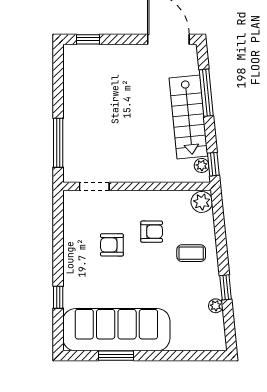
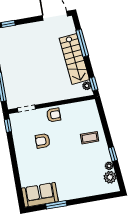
plant: (202, 202) -> (110, 177), moved
armchair: (152, 232) -> (54, 115), moved
window: (58, 297) -> (8, 126), moved
sofa: (116, 330) -> (40, 195), width x0.54, depth x0.79

